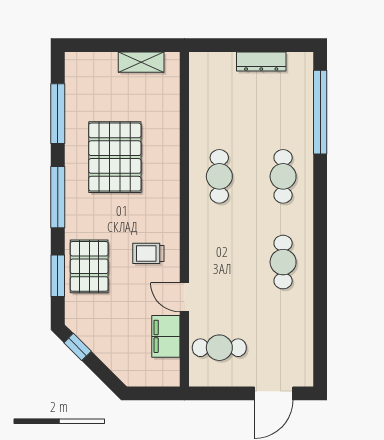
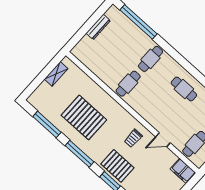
cafe table: (219, 176) -> (128, 84), turned 90
cafe table: (283, 176) -> (151, 59), turned 90
filing cabinet: (166, 336) -> (183, 171), moved

